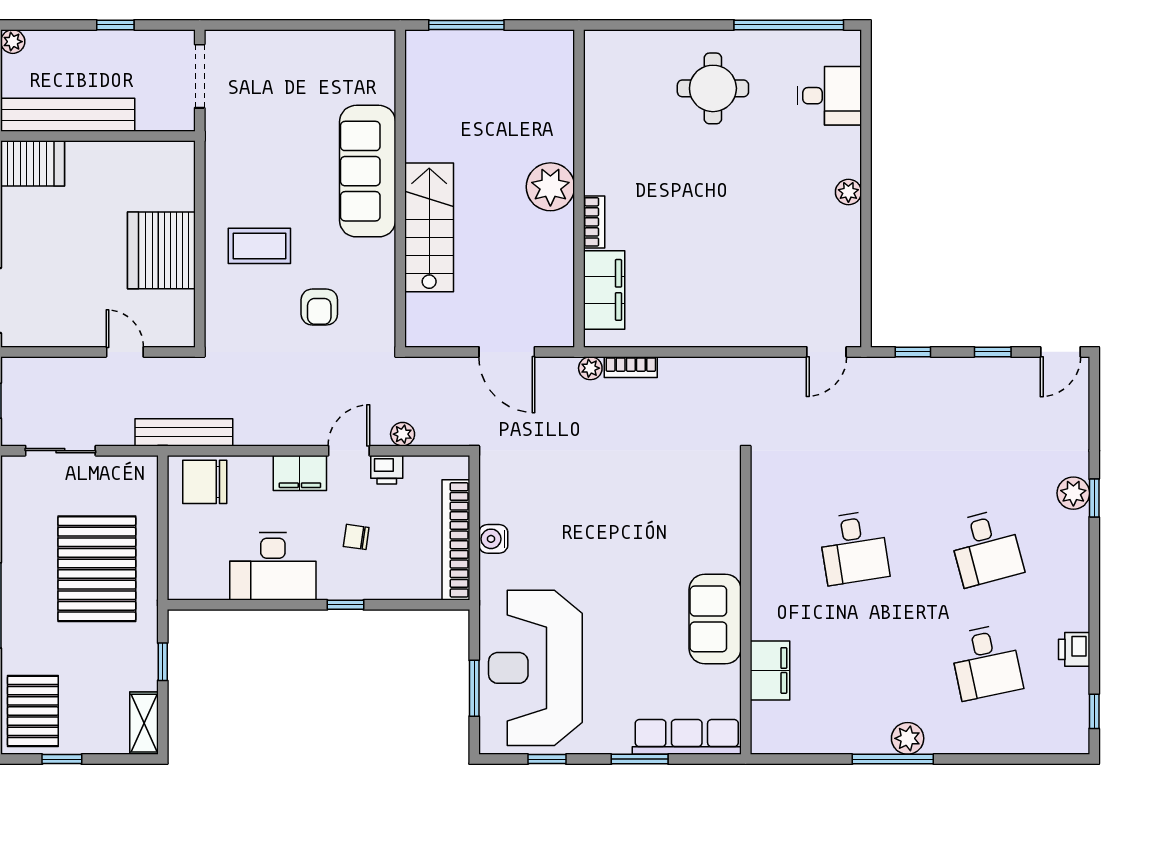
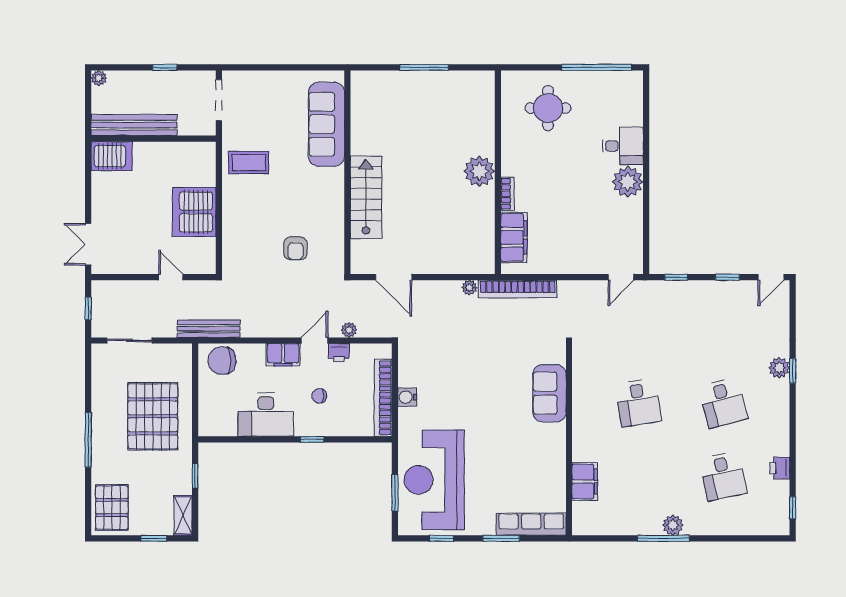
window: (466, 25) -> (424, 67), moved
desk: (830, 96) -> (623, 146), moved
sofa: (368, 171) -> (326, 124), moved
plant: (550, 187) -> (479, 171), moved
wall: (579, 188) -> (498, 172), moved
plant: (848, 192) -> (628, 182), width x1.88, depth x1.88
bookcase: (594, 222) -> (507, 194), moved
coffee table: (259, 246) -> (249, 163), moved
filing cabinet: (604, 290) -> (514, 237), moved
door: (507, 352) -> (394, 277), moved
bookcase: (631, 367) -> (518, 289), width x2.31, depth x1.31
sofa: (715, 619) -> (549, 393), moved
window: (62, 759) -> (154, 538), moved

